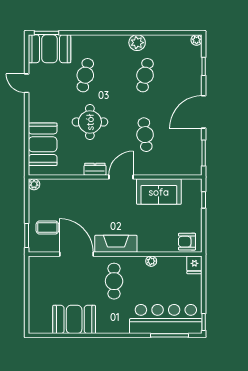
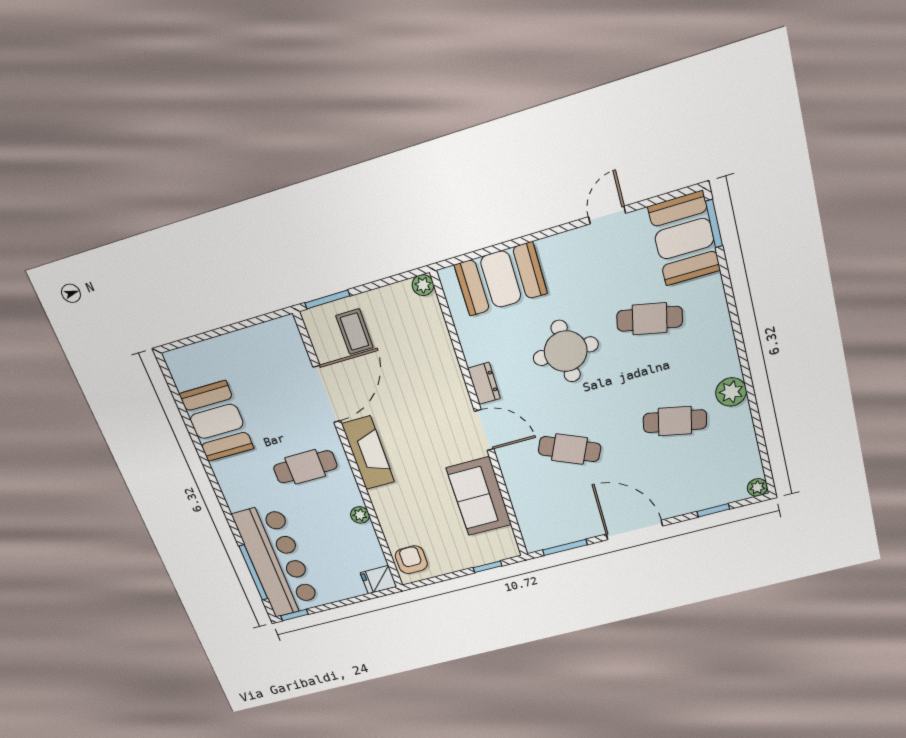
cafe table: (145, 135) -> (570, 449), turned 30

